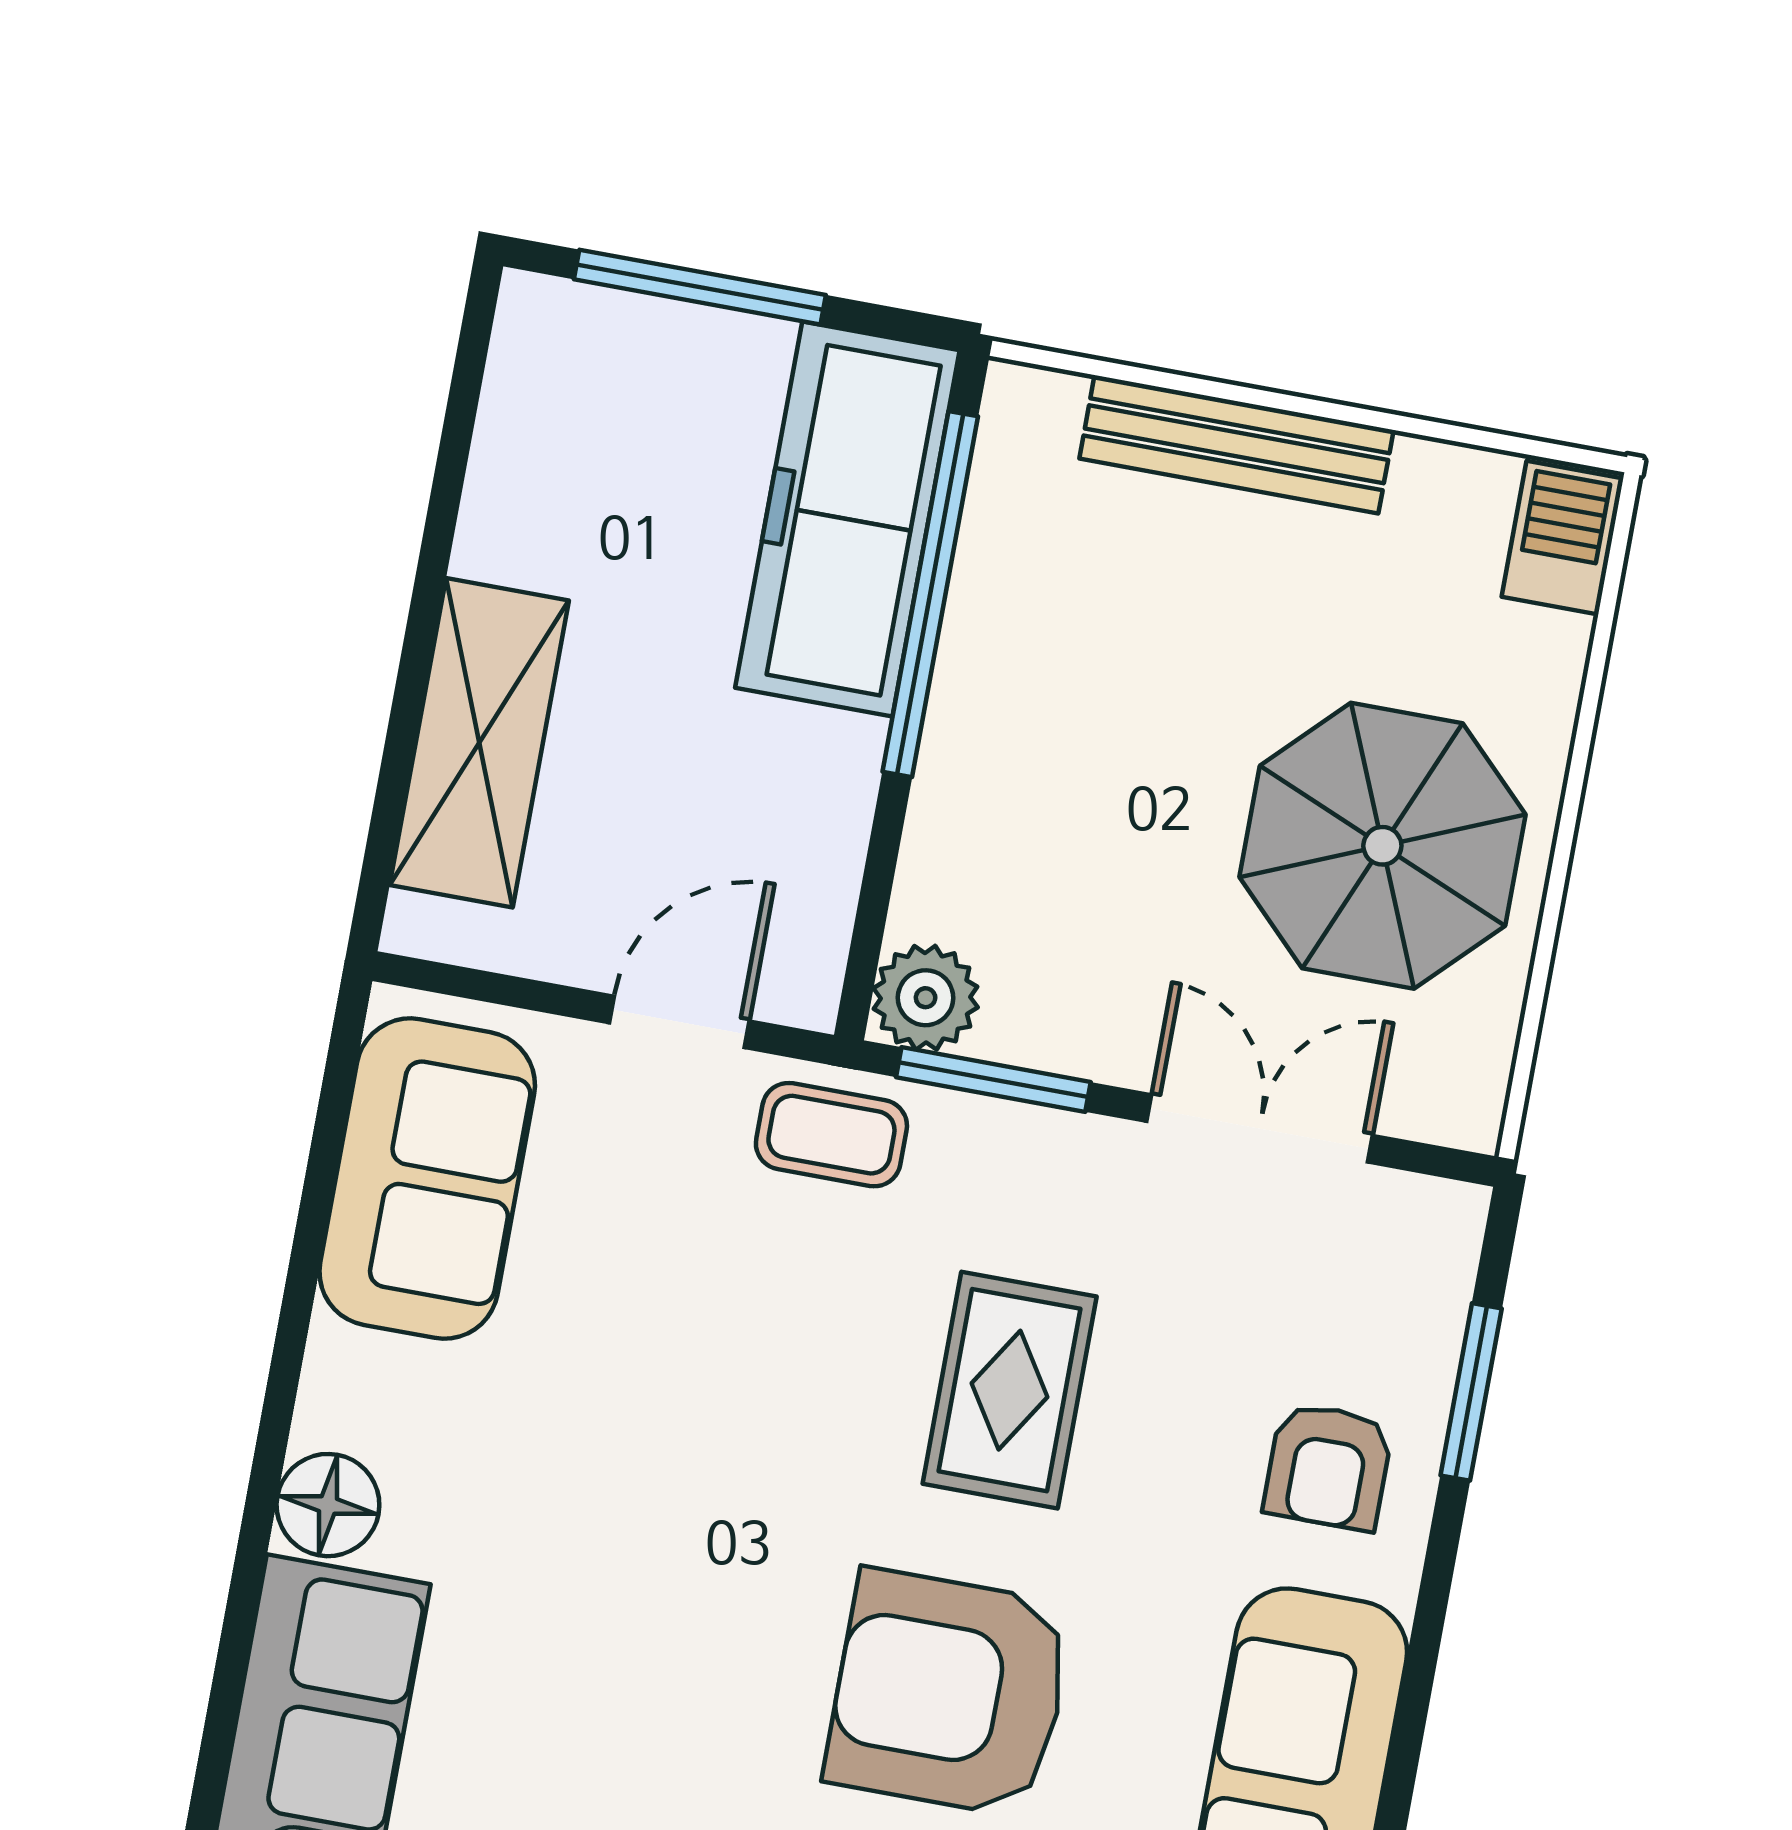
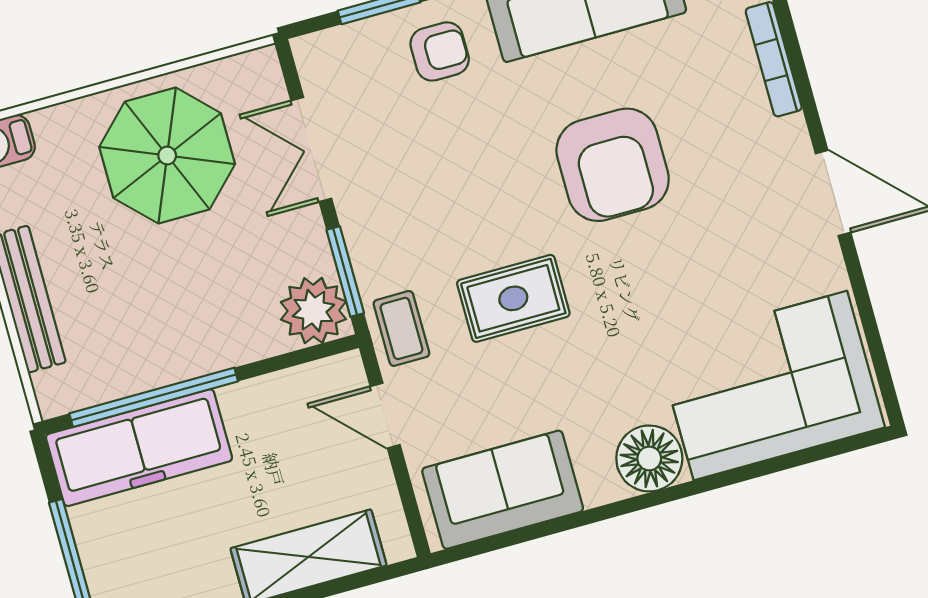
plant: (926, 998) -> (313, 311), width x1.36, depth x1.36
rug: (1010, 1390) -> (513, 298), moved
floor lamp: (328, 1505) -> (649, 458), width x1.38, depth x1.38

